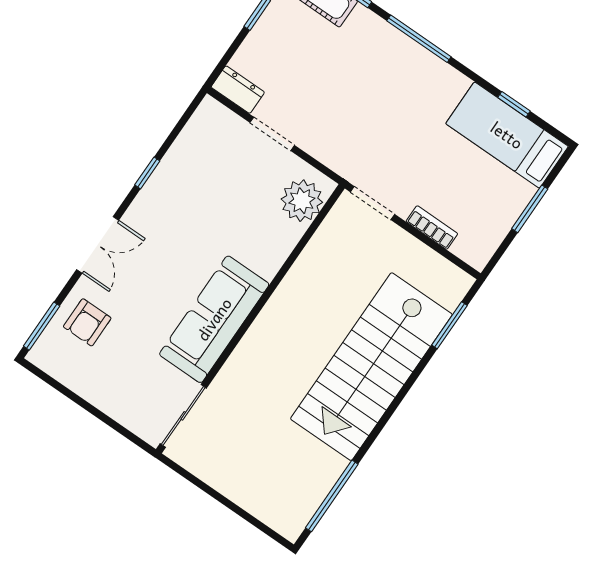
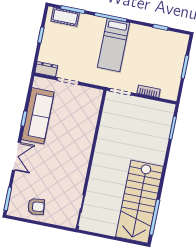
bed: (507, 135) -> (114, 45), moved, turned -90
plant: (302, 201) -> (91, 103), removed
sofa: (214, 319) -> (38, 116), moved, turned 180
armchair: (87, 322) -> (36, 207), moved, turned -97
stairs: (371, 367) -> (139, 202), moved

